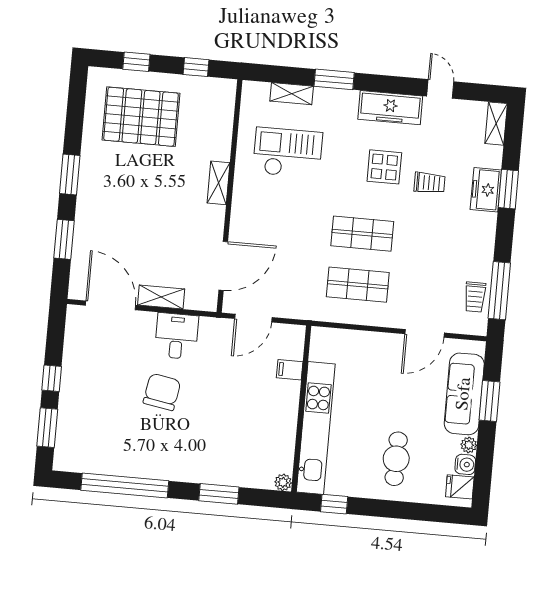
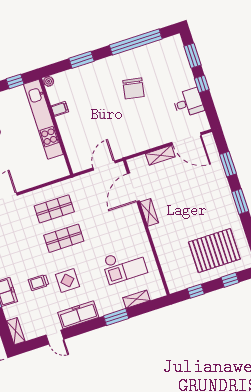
shelving: (218, 183) -> (149, 212), moved
desk: (177, 336) -> (188, 103), moved, turned -90
filing cabinet: (290, 370) -> (60, 109), moved
chair: (162, 392) -> (133, 88), moved

